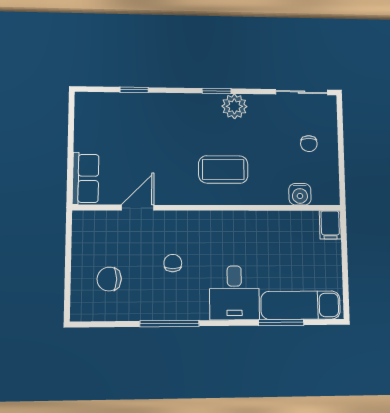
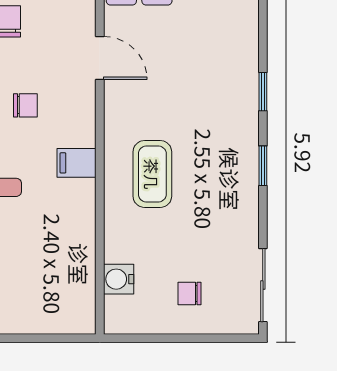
window: (134, 90) -> (263, 92), moved
plant: (234, 106) -> (241, 190), removed
filing cabinet: (330, 225) -> (76, 163), moved

